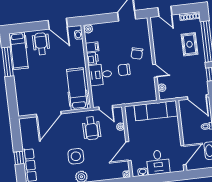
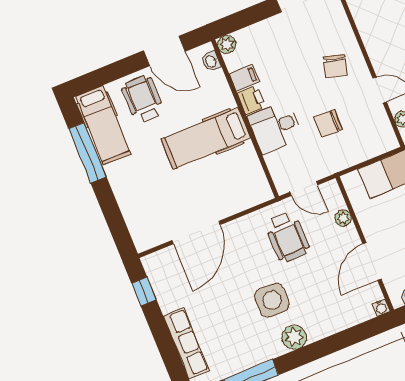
chair: (124, 70) -> (328, 124), moved
hospital bed: (77, 89) -> (206, 138), moved, turned -90
window: (19, 158) -> (144, 291), moved

